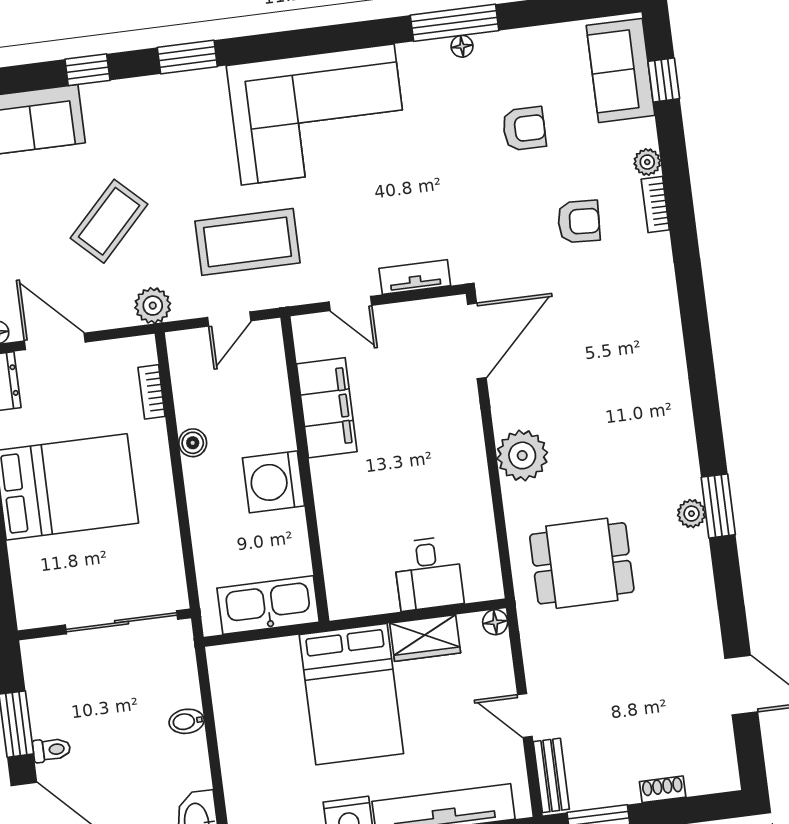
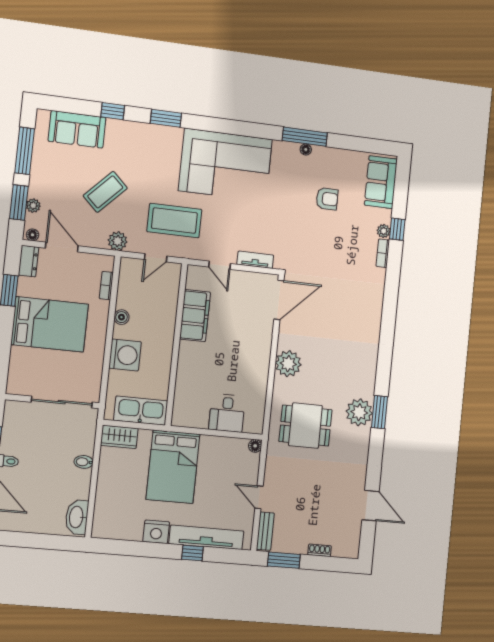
window: (664, 80) -> (397, 229), moved
armchair: (579, 222) -> (343, 252), removed
washing machine: (273, 482) -> (125, 355), moved, turned 180
plant: (692, 514) -> (359, 412), width x1.88, depth x1.88
wardrobe: (425, 638) -> (119, 437), moved

